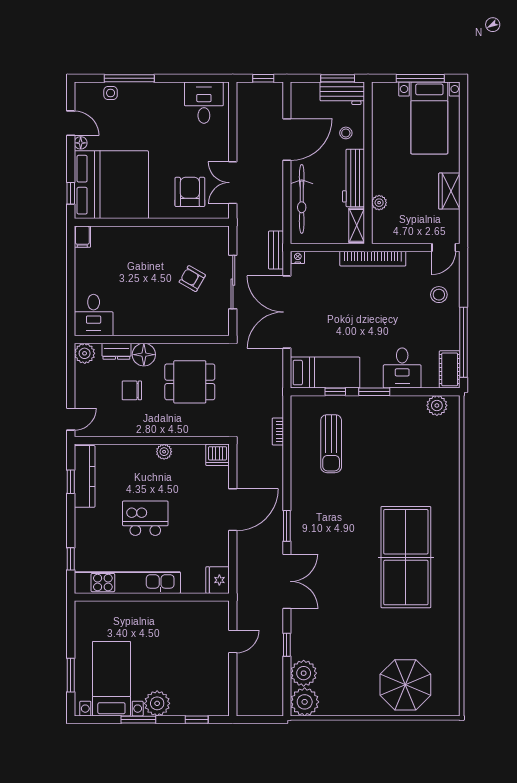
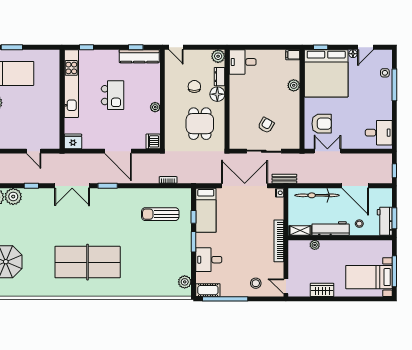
plant: (130, 235) -> (294, 85), added

